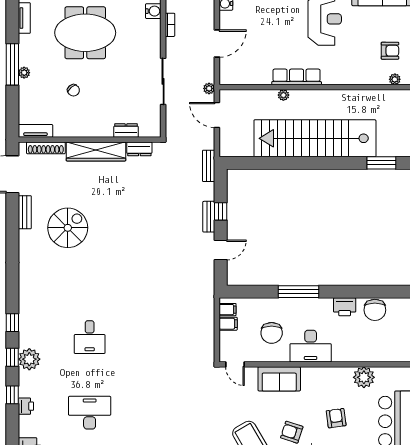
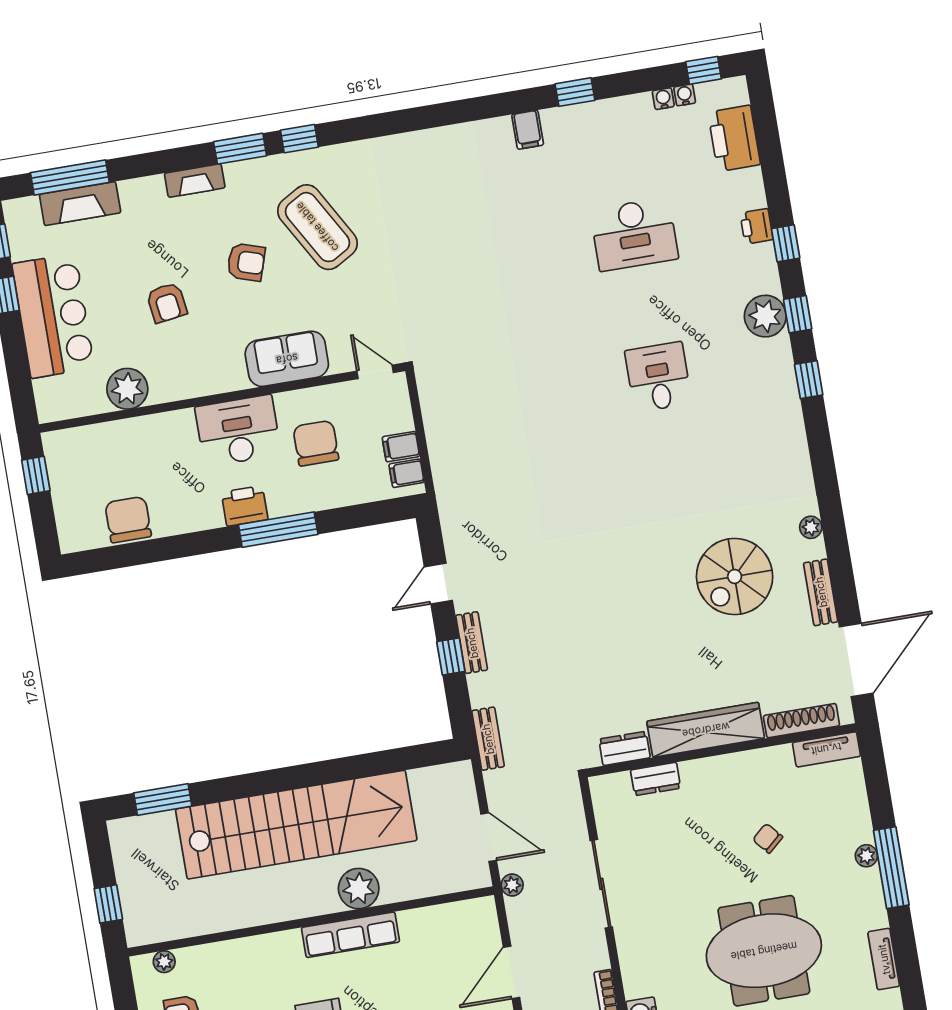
plant: (283, 95) -> (359, 889), width x1.87, depth x1.87
plant: (24, 247) -> (811, 527), added
printer: (345, 307) -> (245, 506), moved

